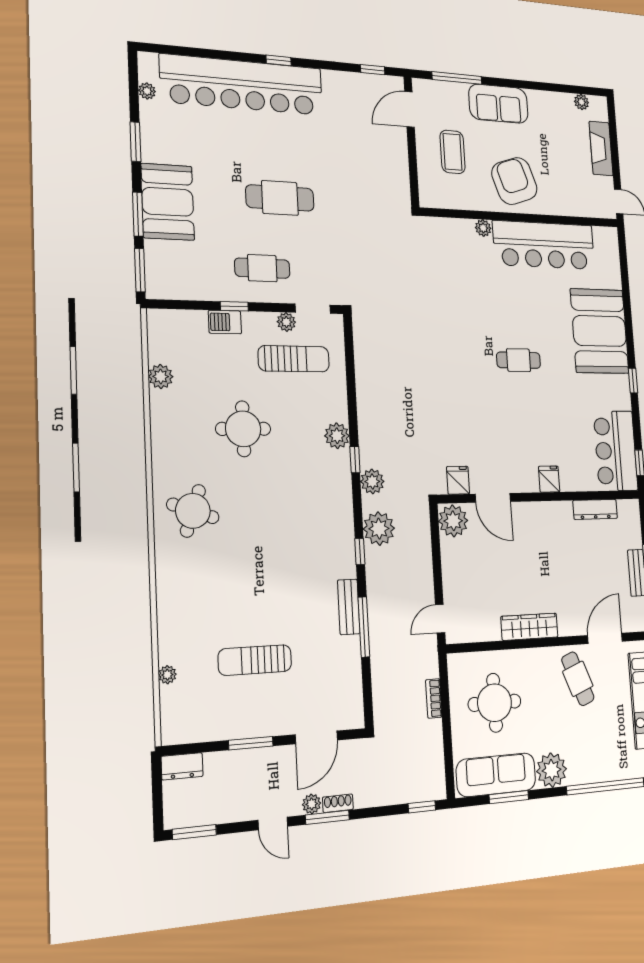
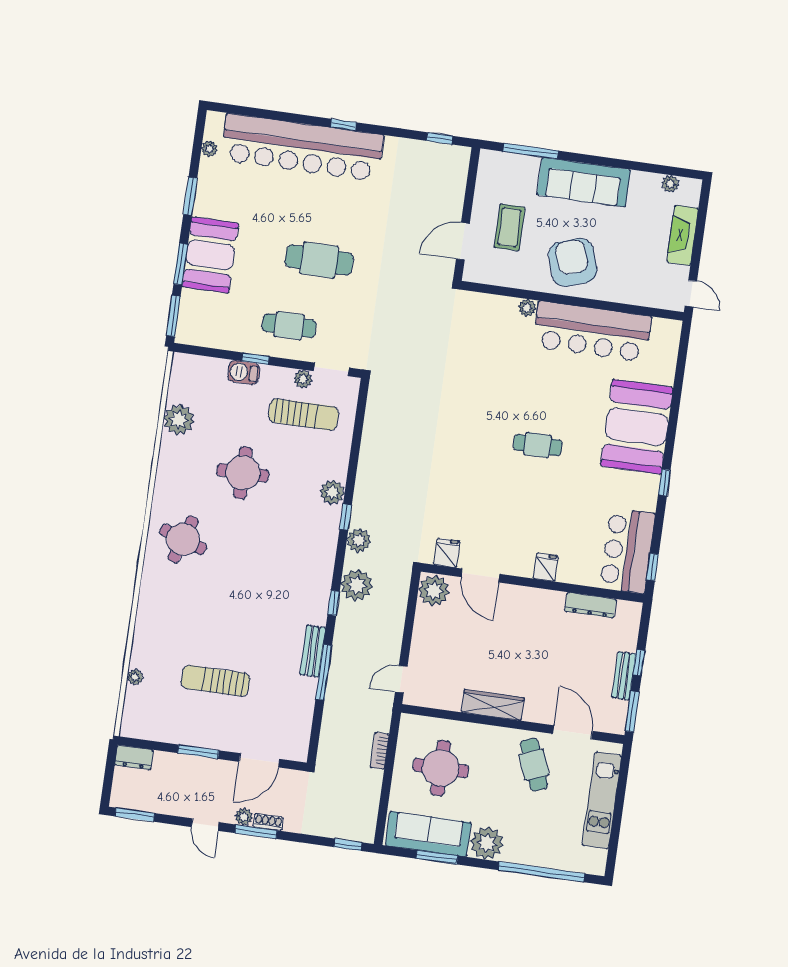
sofa: (498, 104) -> (584, 182), width x1.36
door: (409, 109) -> (463, 241), moved
plant: (161, 377) -> (179, 420), width x1.36, depth x1.36
door: (605, 638) -> (573, 732), hinge flipped

